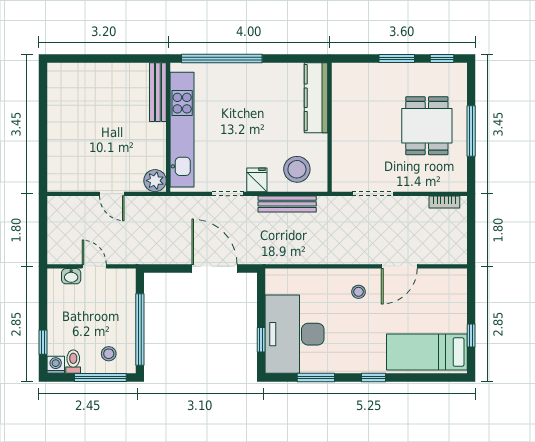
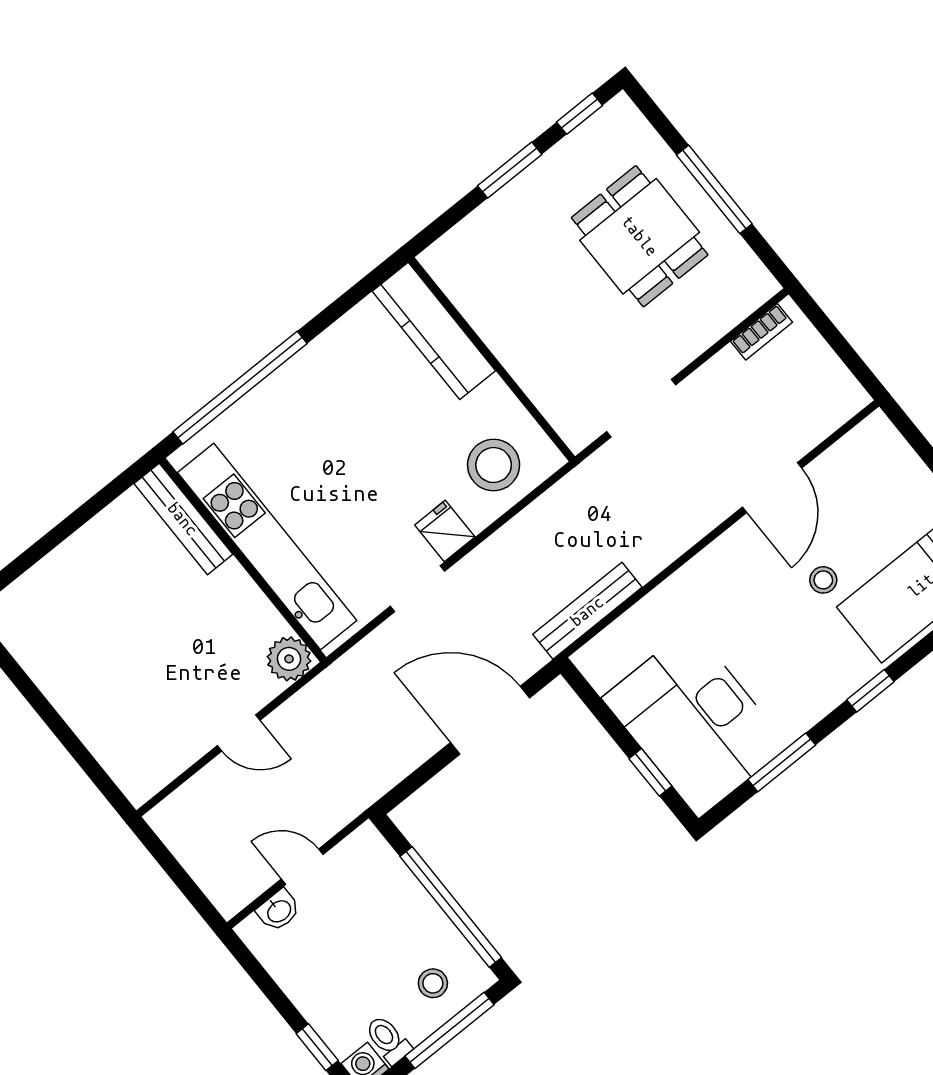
bench: (287, 204) -> (587, 611), moved
stool: (358, 292) -> (823, 580), moved

